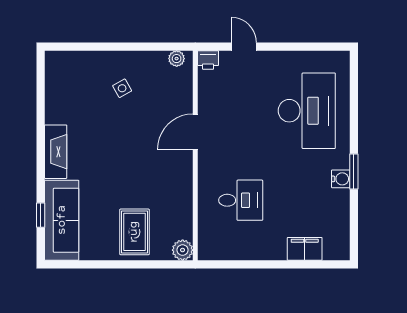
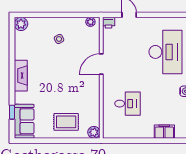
plant: (56, 62) -> (21, 24), added
sofa: (62, 220) -> (24, 121), width x0.73
rug: (134, 232) -> (66, 122), turned 90

